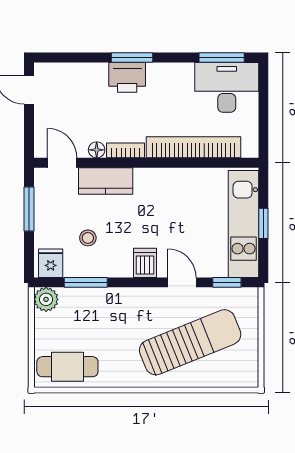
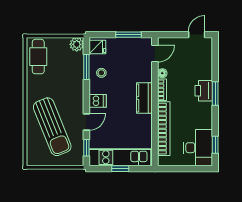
window: (222, 57) -> (215, 145), width x0.67
kitchen counter: (106, 181) -> (144, 98), moved
stool: (88, 238) -> (101, 73), moved

